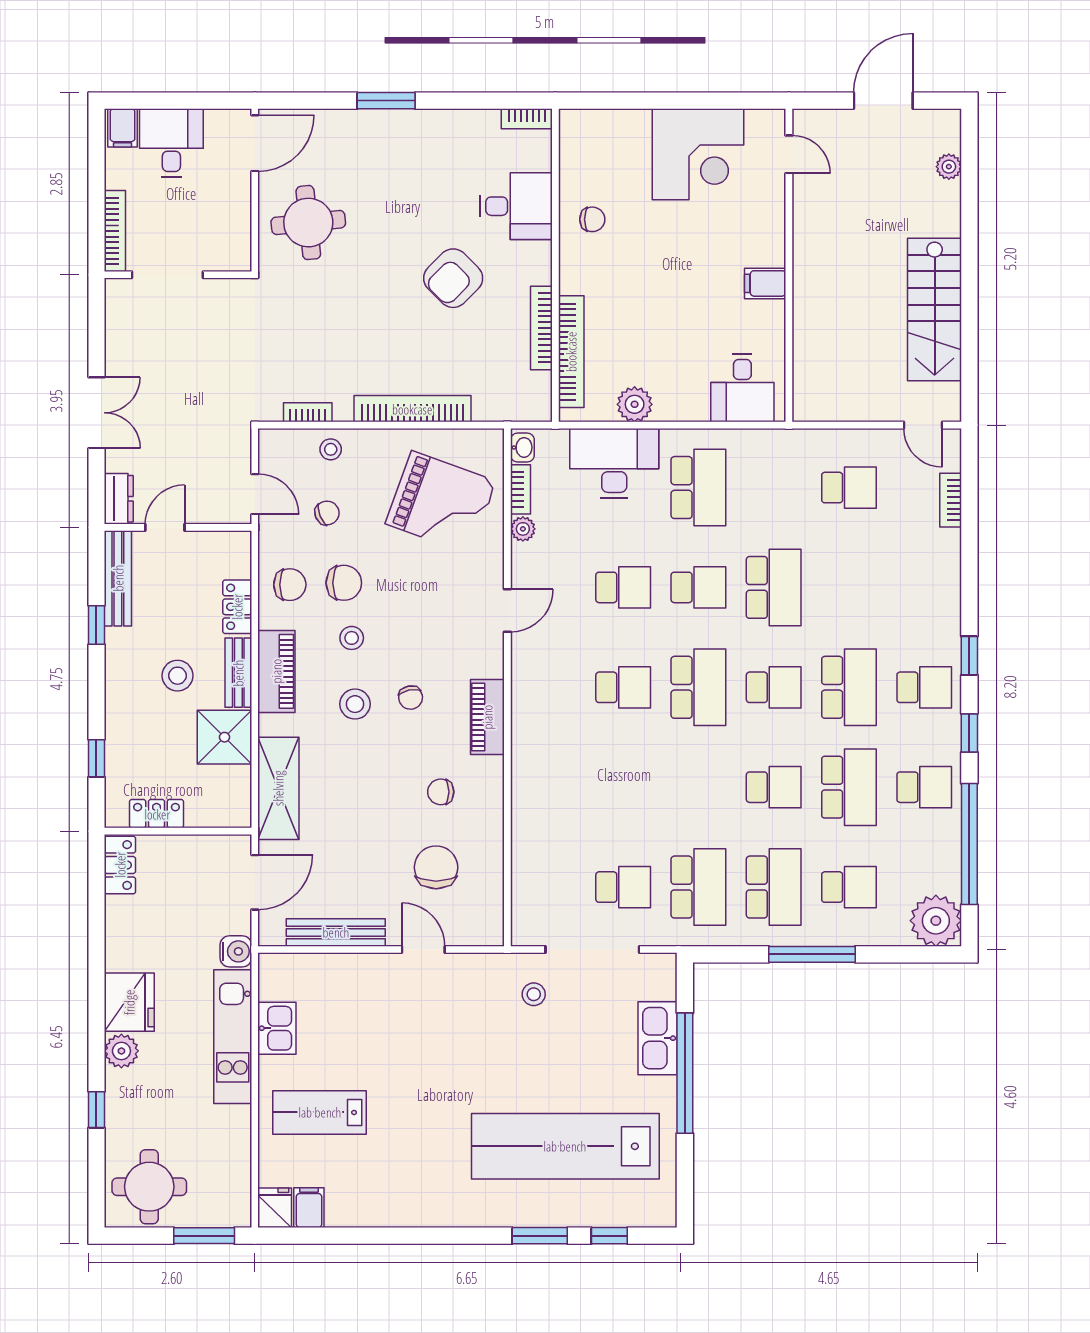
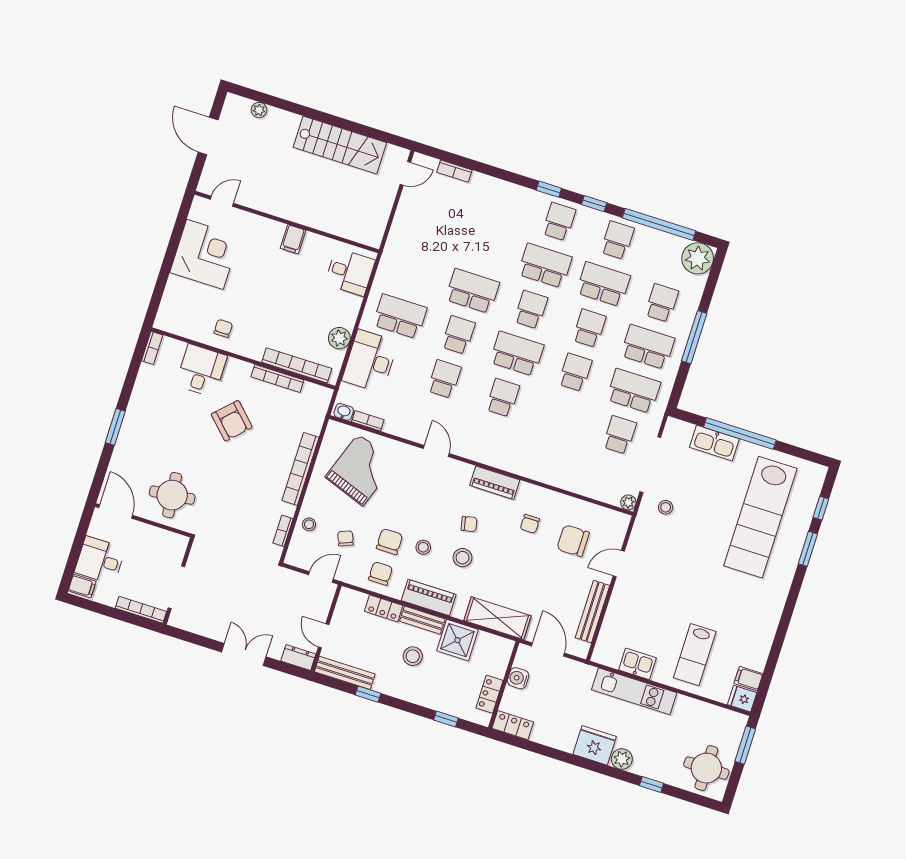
school desk: (849, 488) -> (575, 372), moved
plant: (523, 529) -> (628, 502), moved
water cooler: (236, 951) -> (518, 678), moved, turned -90

